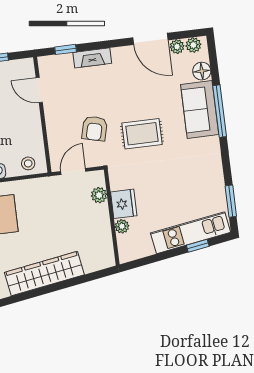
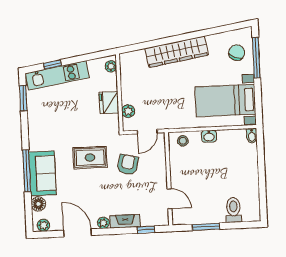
plant: (177, 47) -> (103, 223), moved
plant: (122, 226) -> (111, 66), moved

